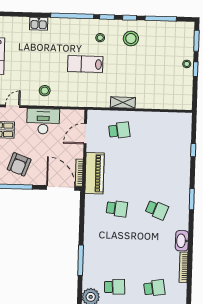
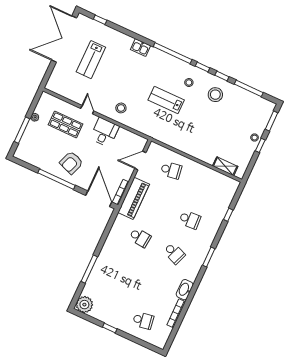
shelving: (123, 103) -> (225, 166), moved
door: (13, 106) -> (87, 110), hinge flipped
desk: (43, 121) -> (104, 132), width x0.73
school desk: (115, 287) -> (190, 220), moved

